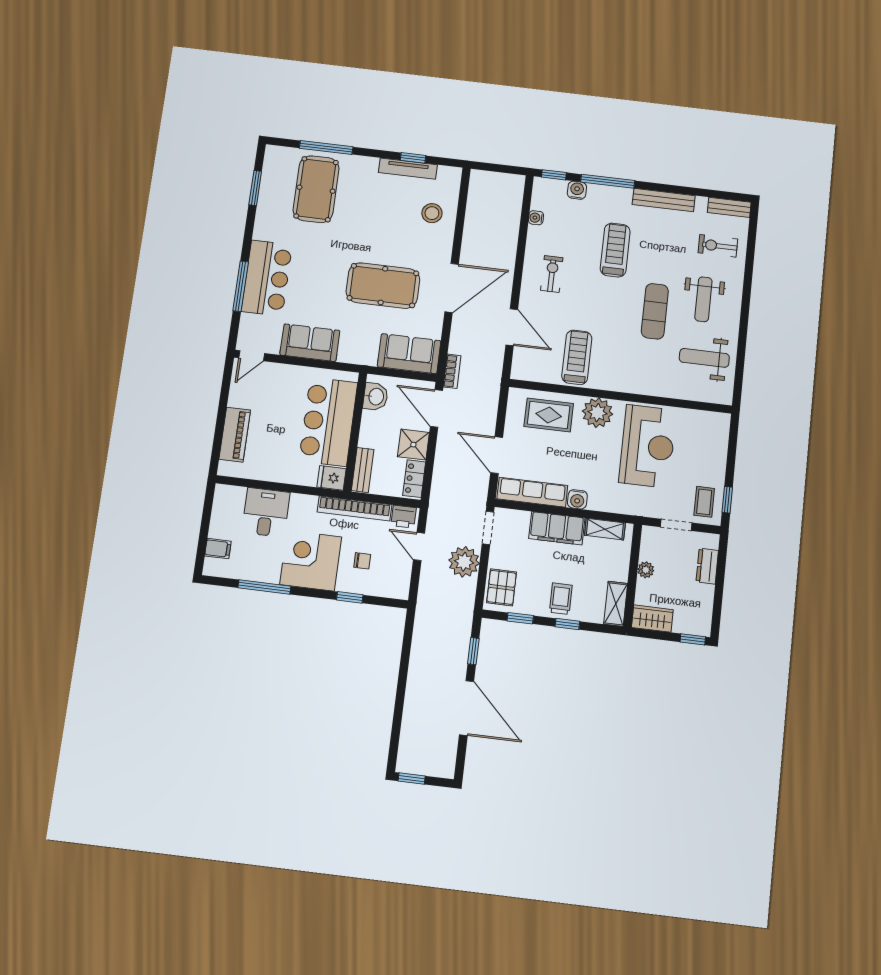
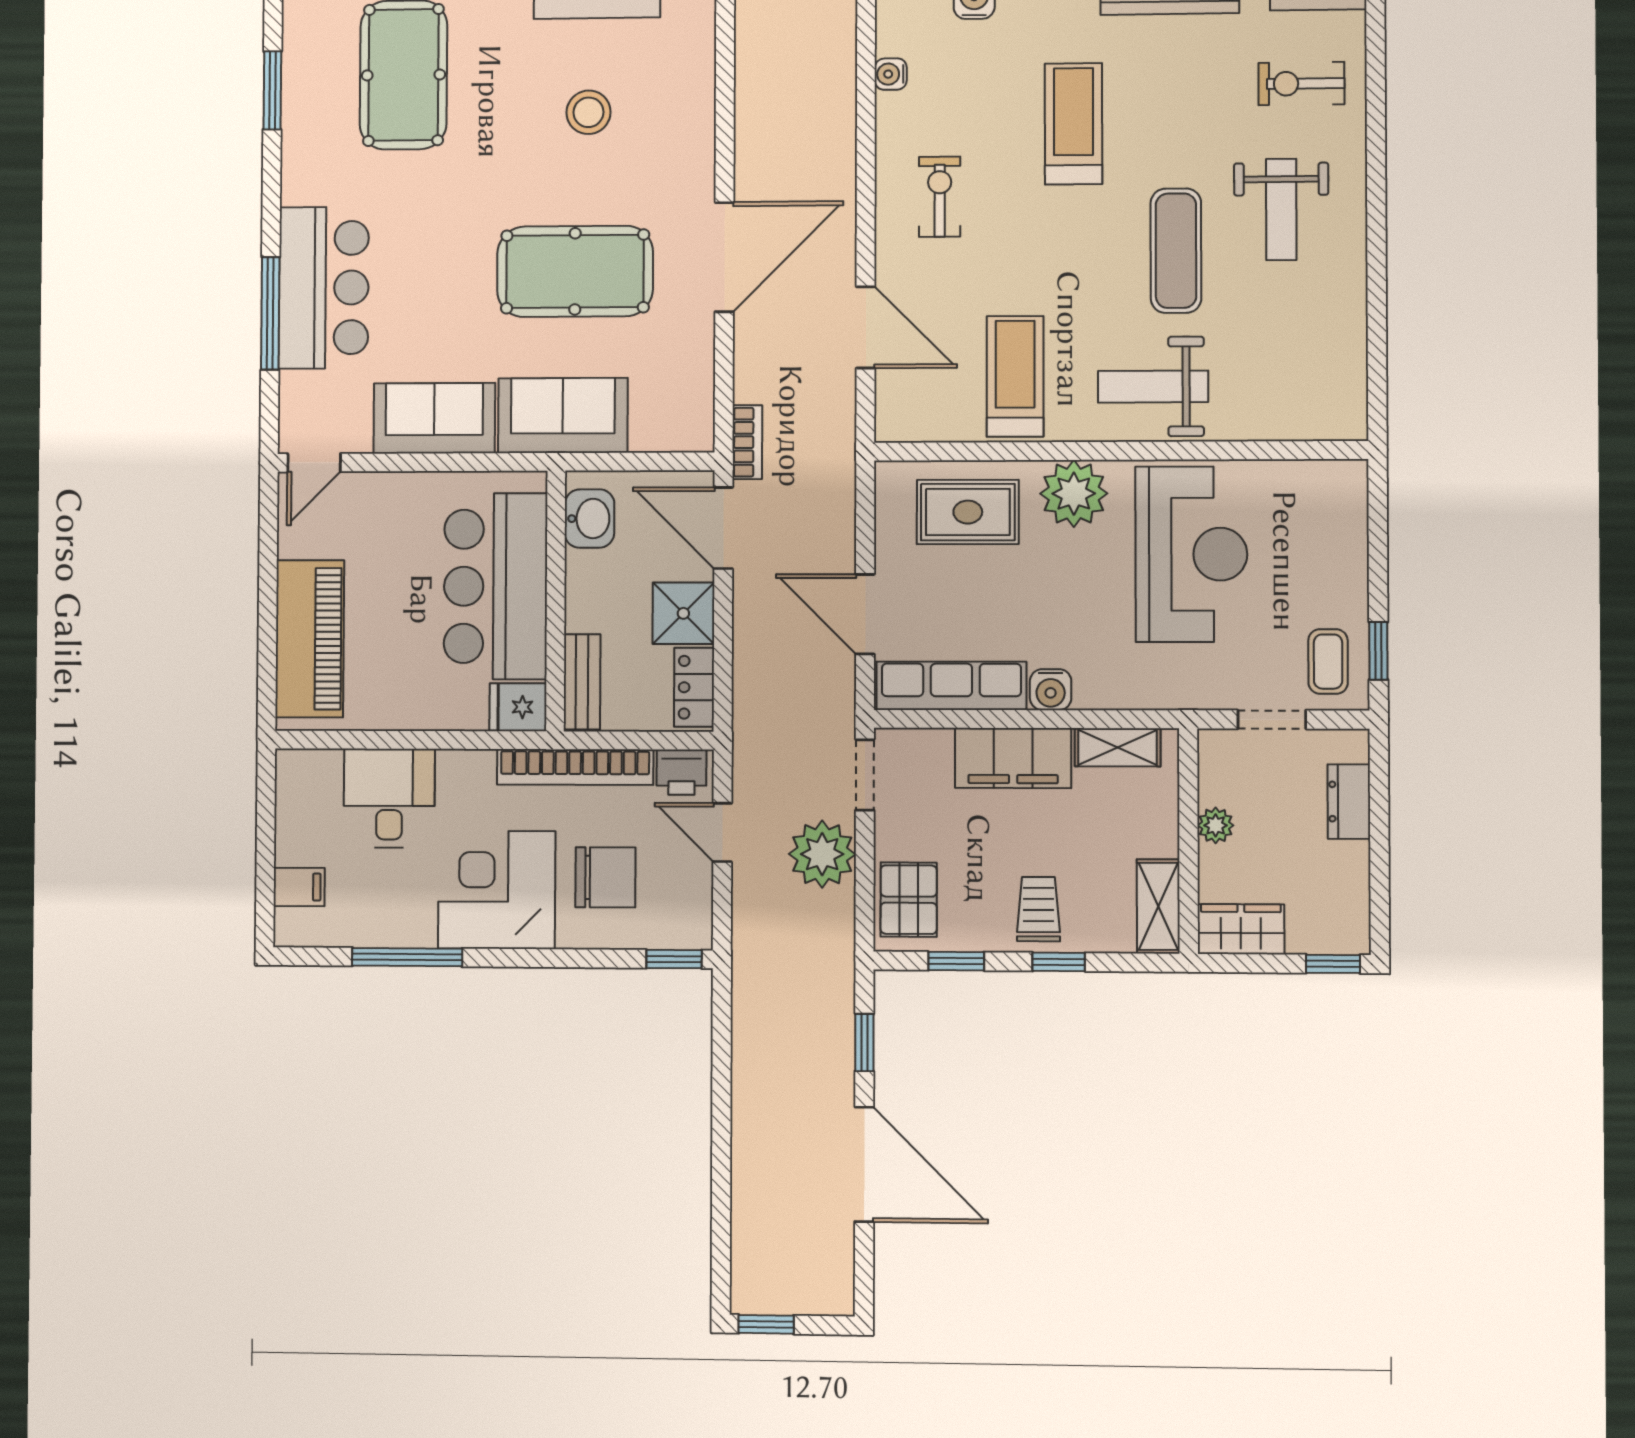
stool: (432, 213) -> (588, 112), moved
sofa: (409, 354) -> (563, 415), moved
weight bench: (704, 358) -> (1153, 387), moved
piano: (235, 435) -> (310, 639), width x1.37, depth x1.33
chair: (362, 561) -> (605, 877), width x1.87, depth x1.87
window: (350, 597) -> (674, 959), moved

